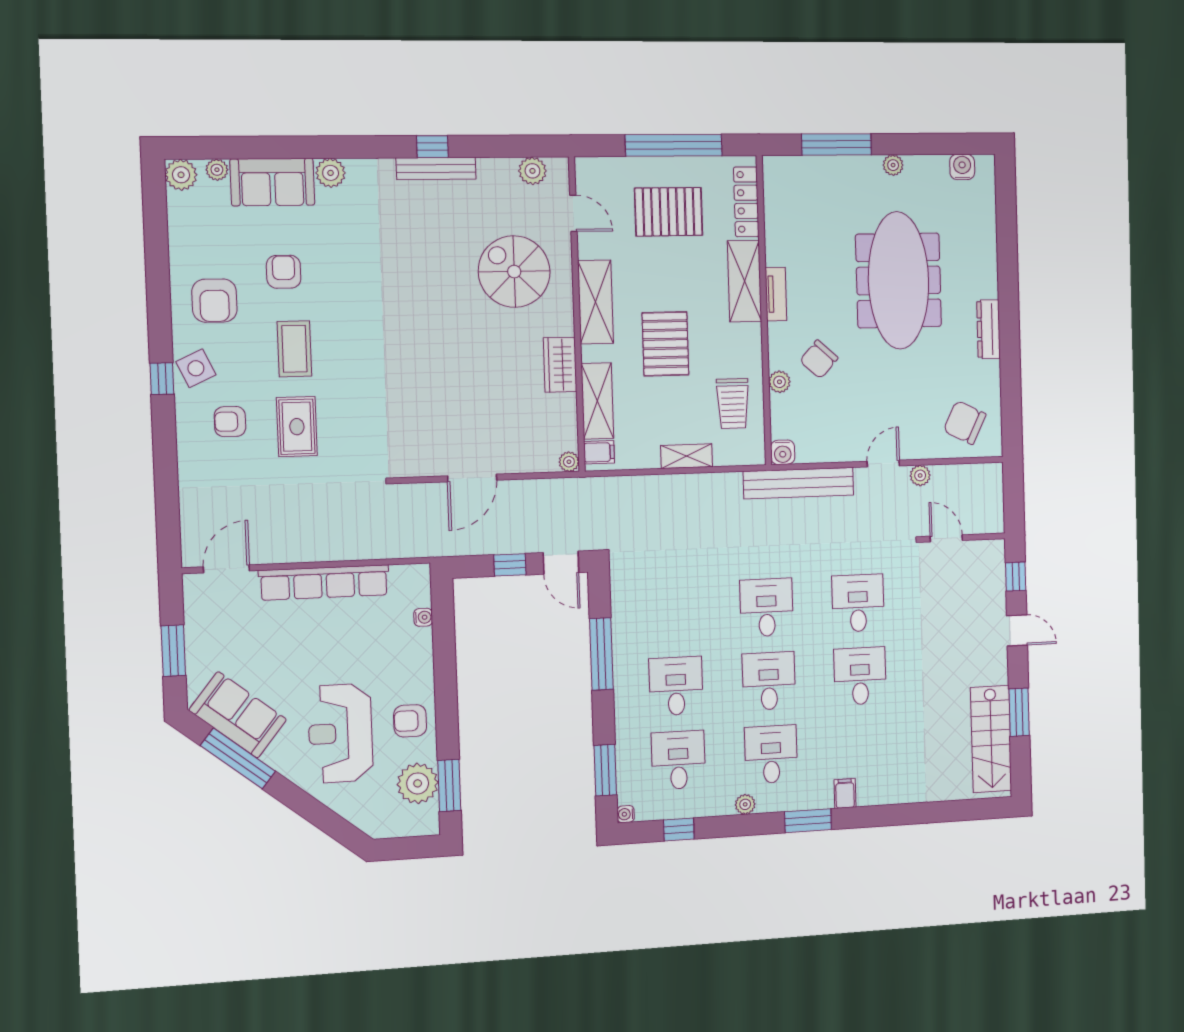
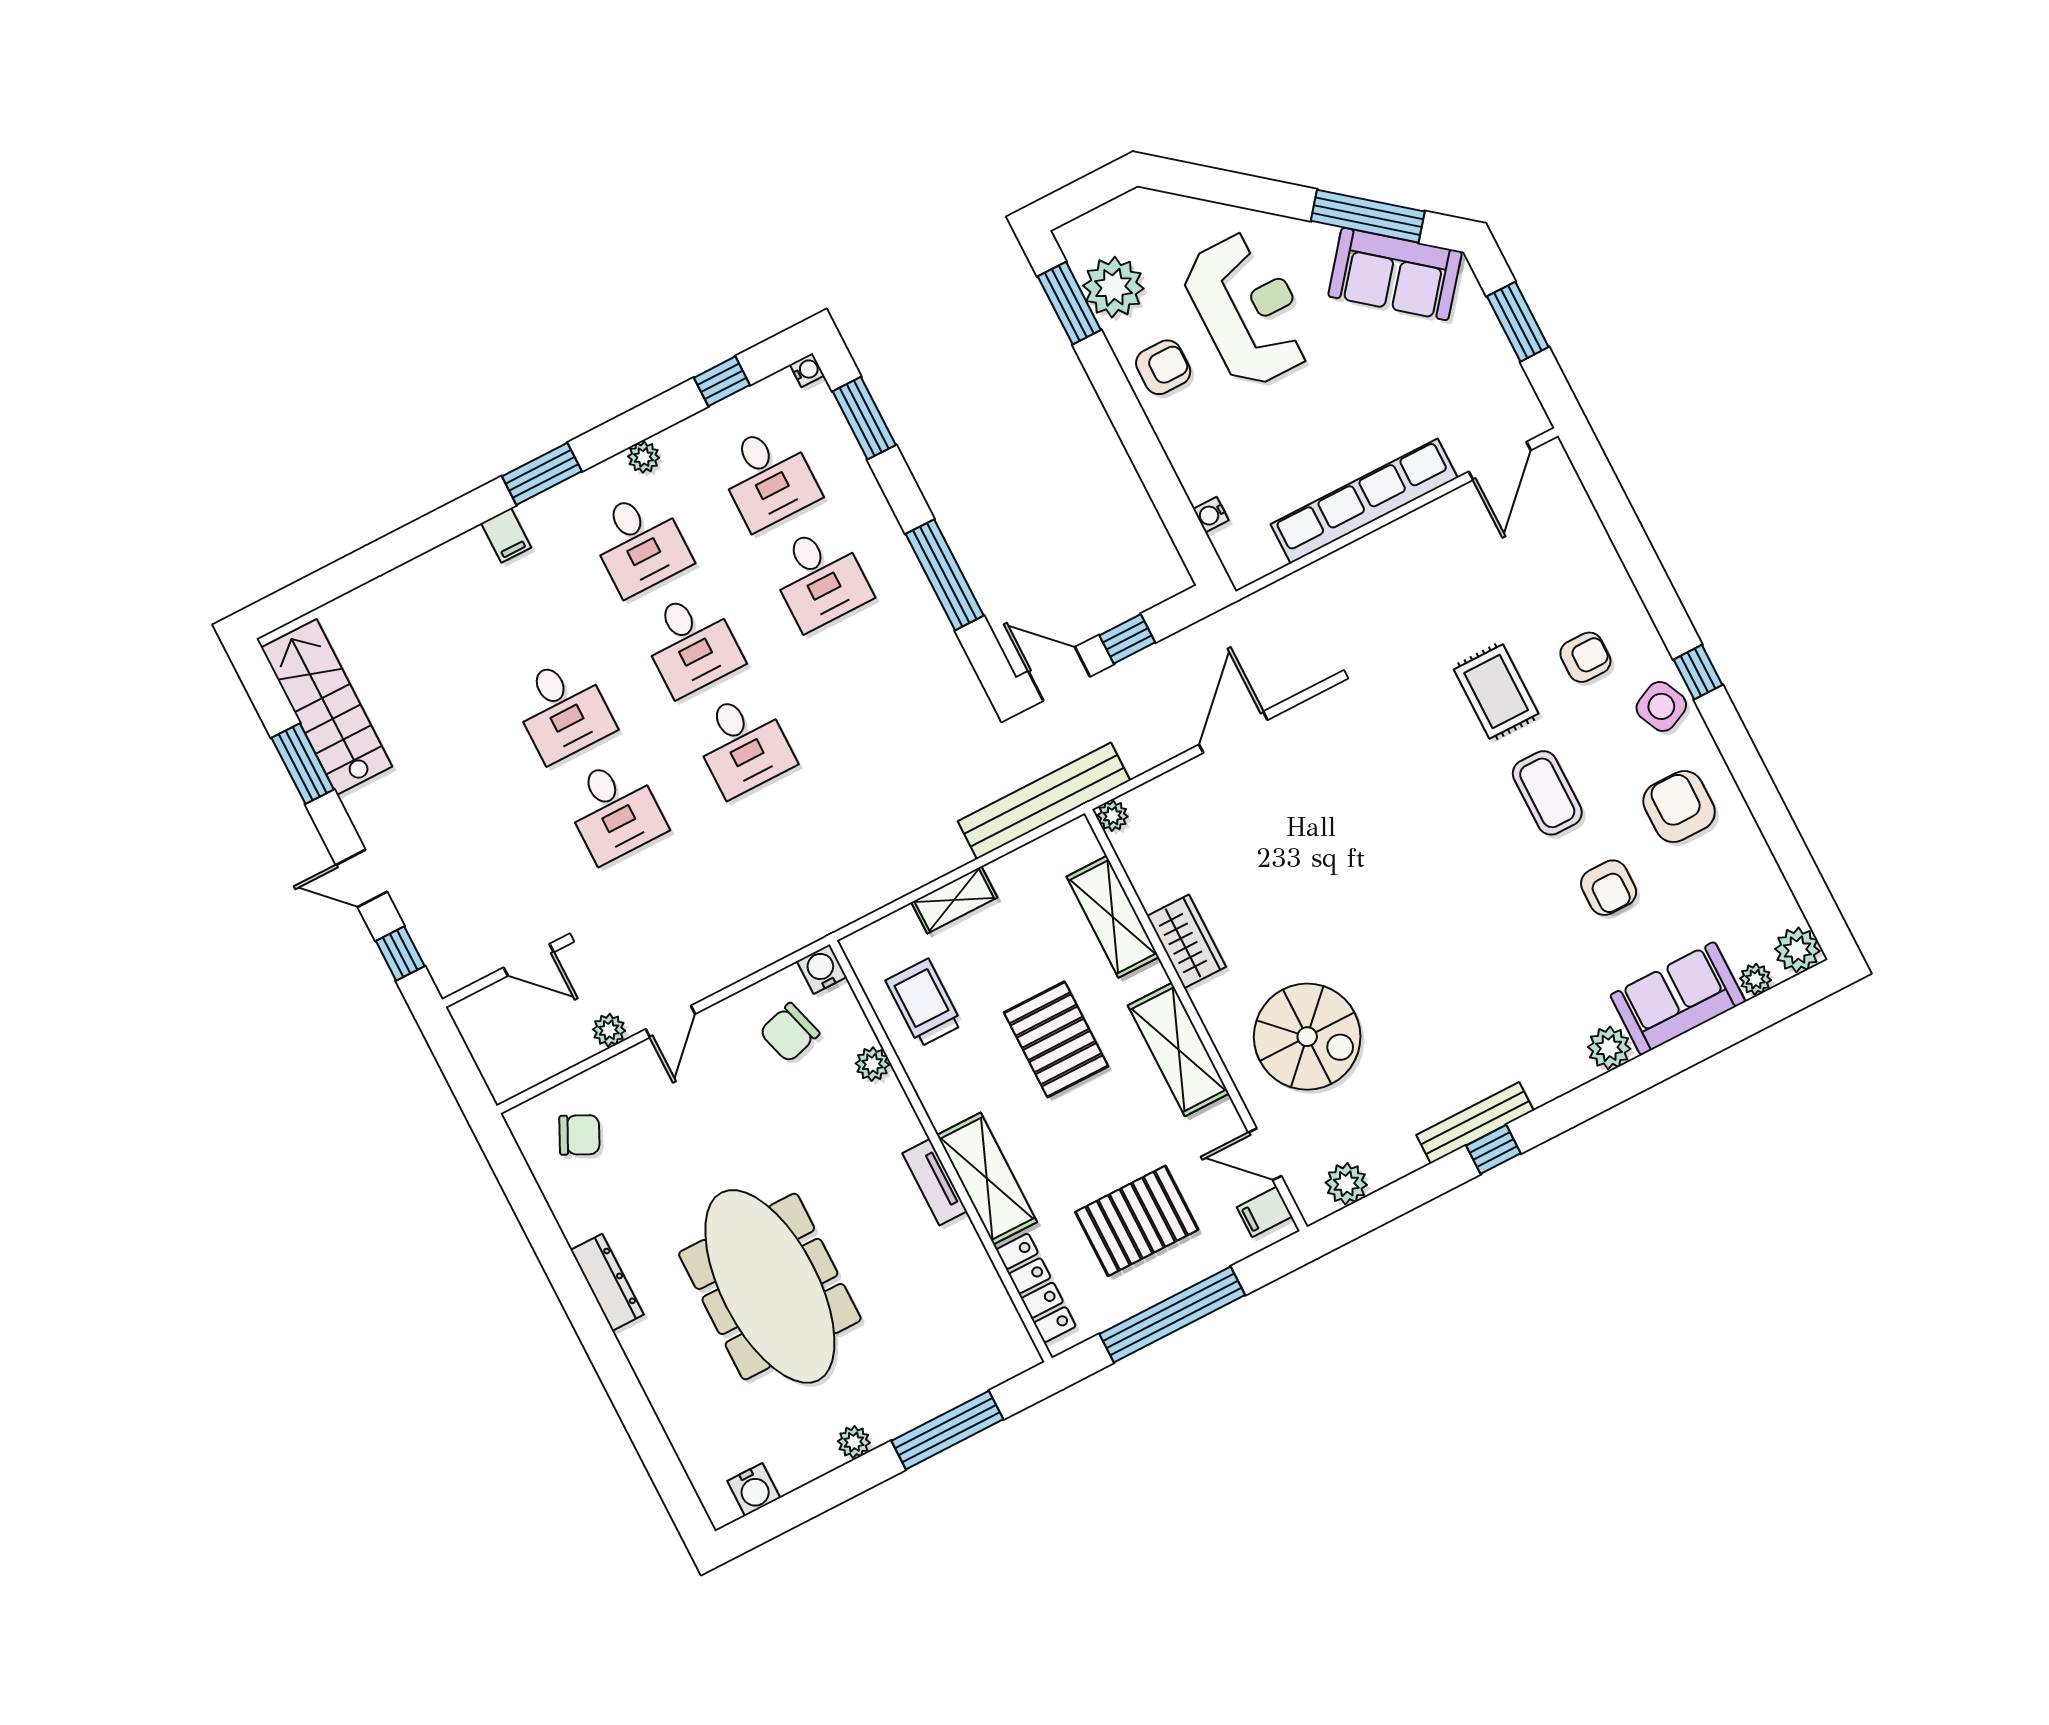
chair: (819, 359) -> (789, 1033), moved, turned -148
chair: (965, 423) -> (579, 1135), width x0.73, depth x0.73
filing cabinet: (599, 452) -> (1264, 1212), moved
bench: (799, 483) -> (1044, 801), moved

